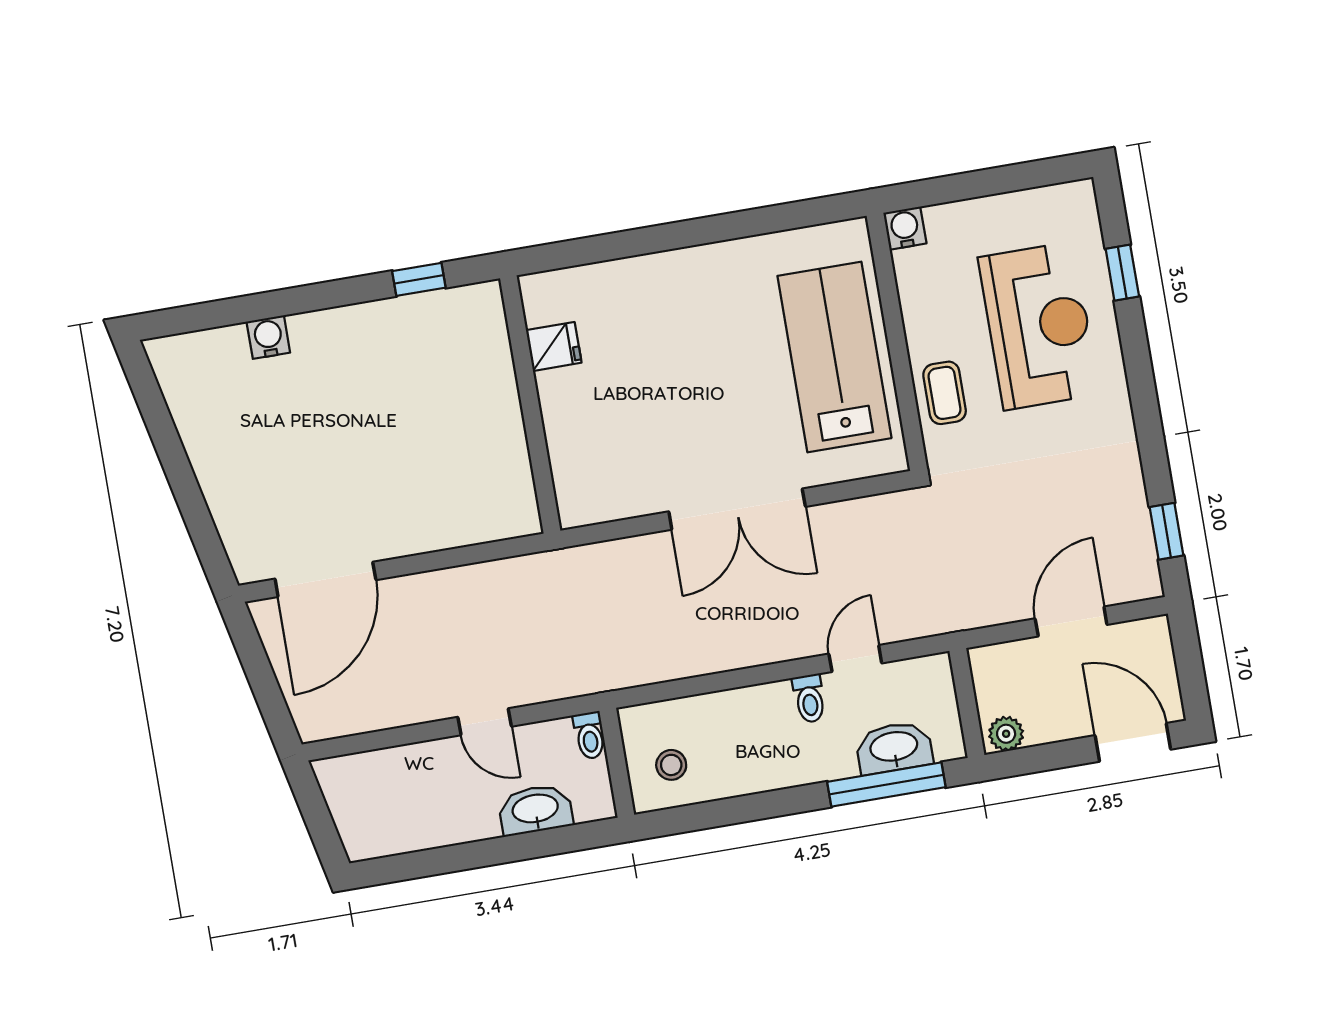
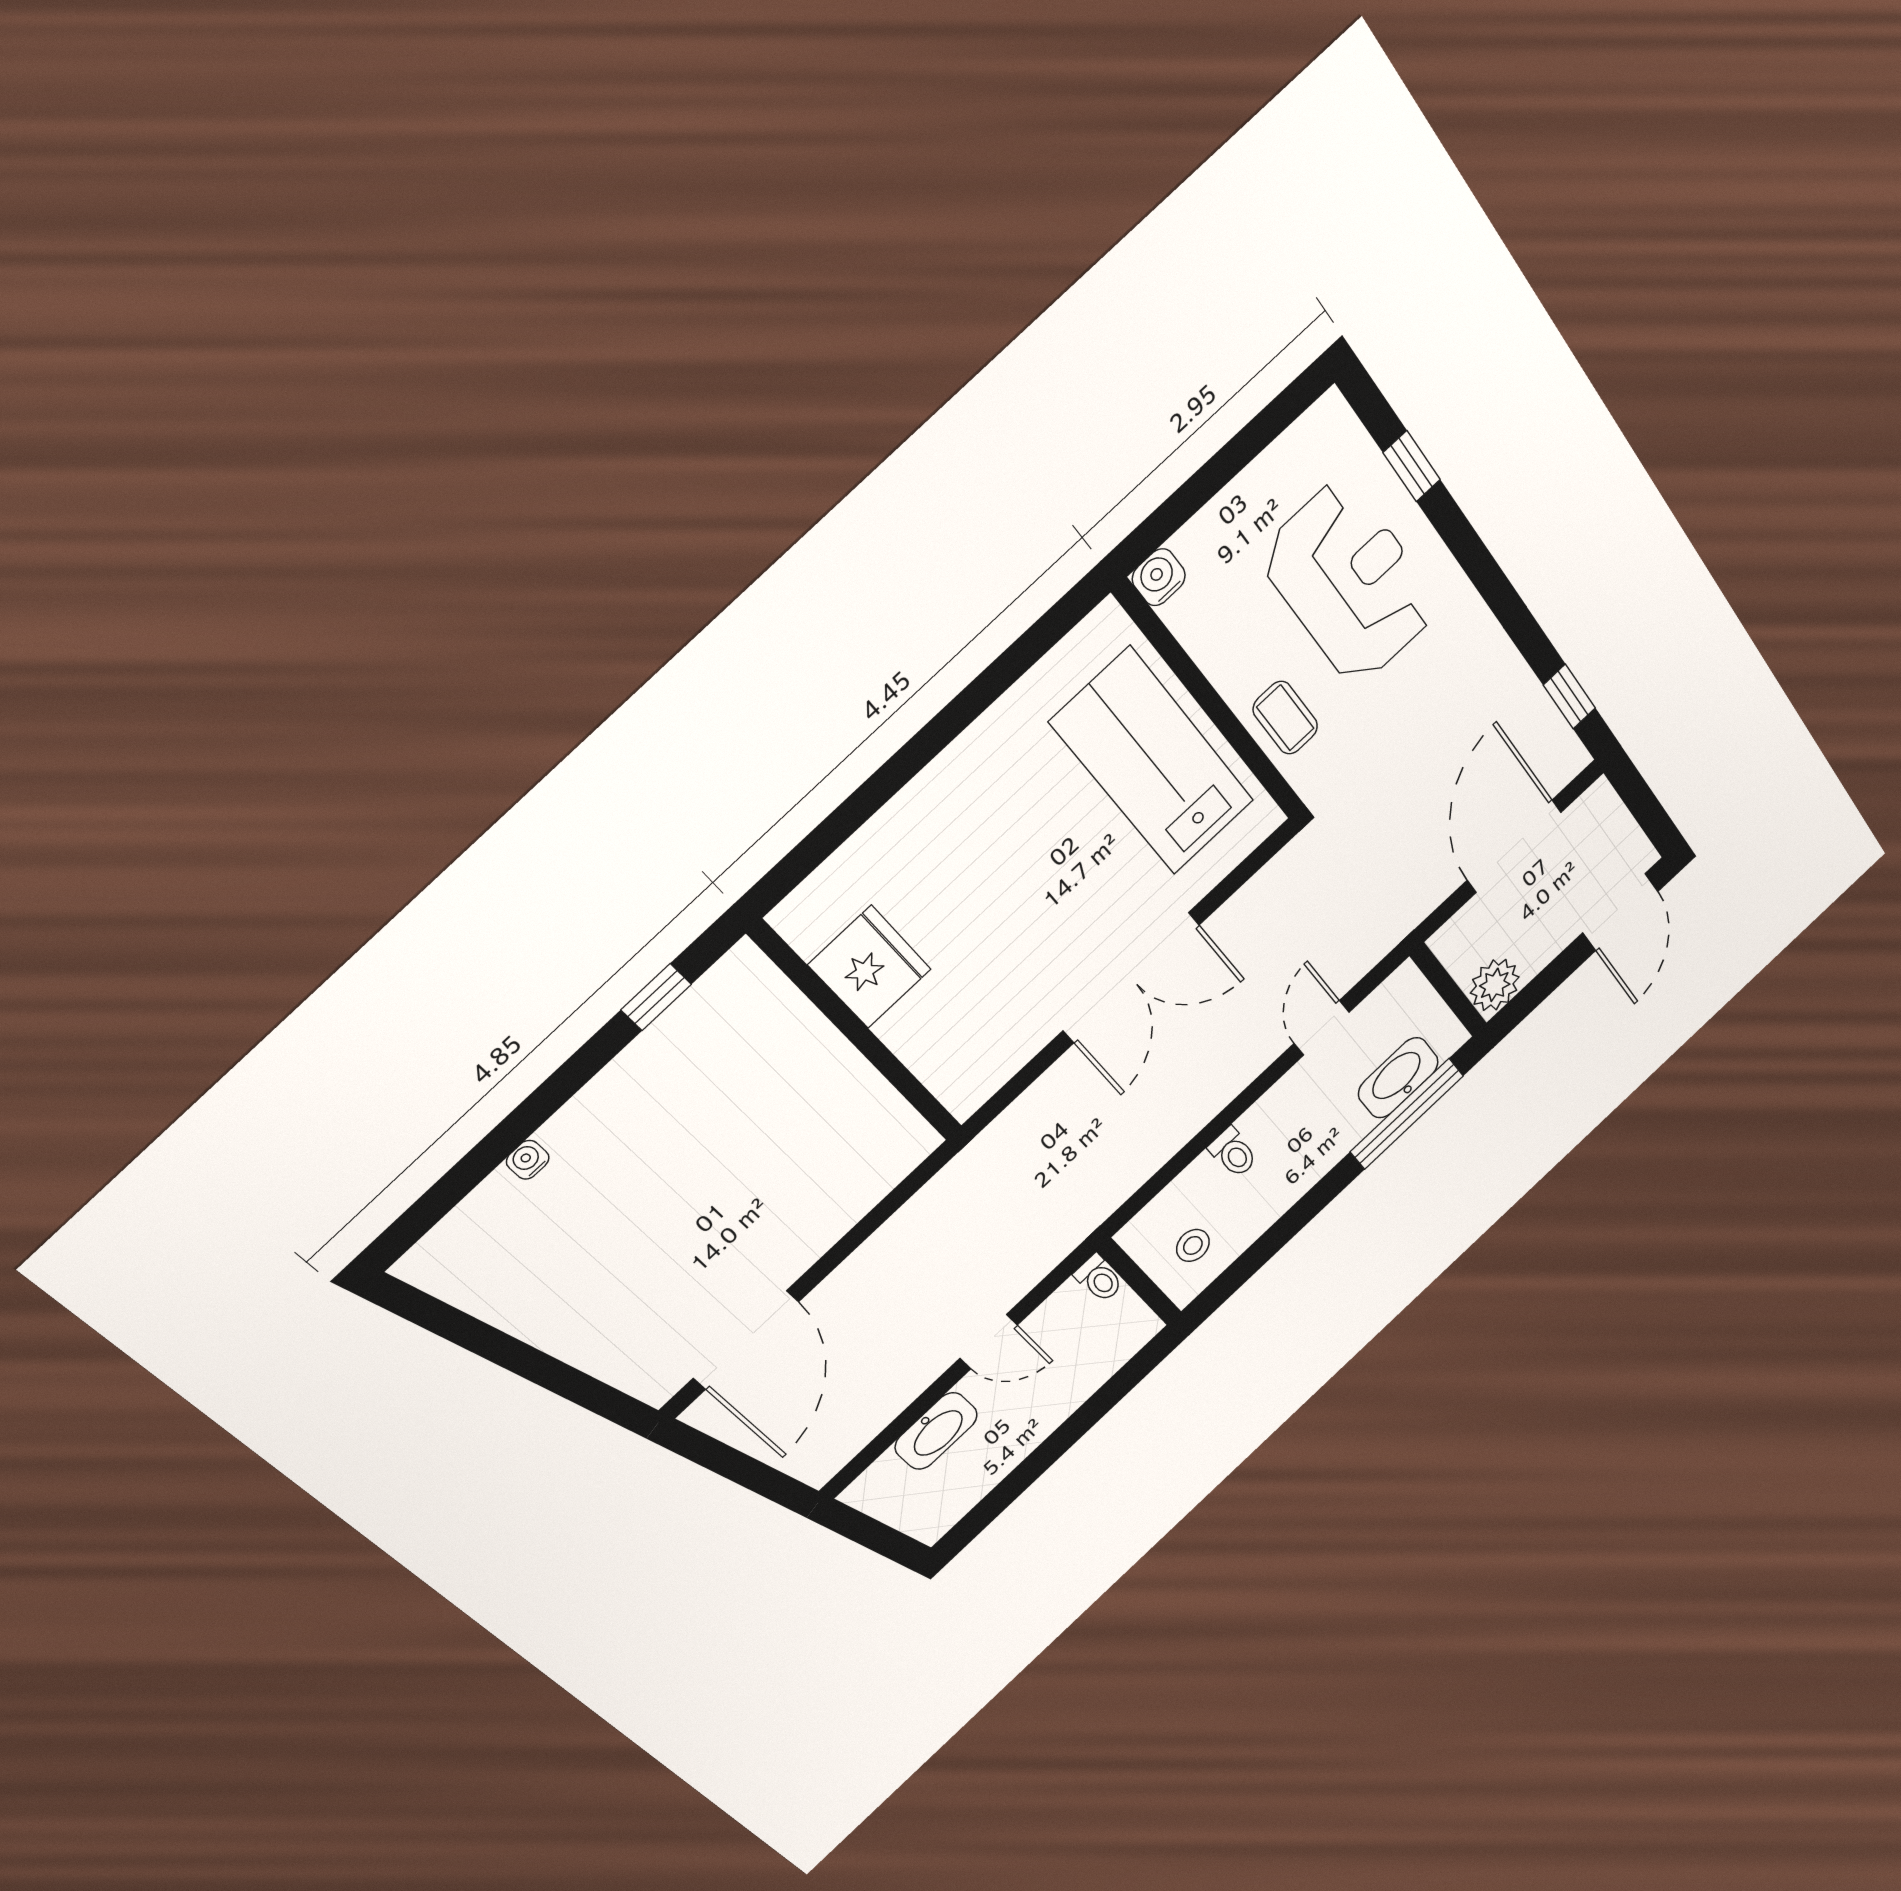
water cooler: (268, 337) -> (528, 1160), width x0.72, depth x0.72
fridge: (554, 346) -> (870, 967), width x1.88, depth x1.34
door: (1071, 622) -> (1514, 846), width x1.36
toilet: (809, 698) -> (1233, 1153), moved
plant: (1006, 734) -> (1495, 985), width x1.38, depth x1.38
door: (1133, 742) -> (1620, 912), swing flipped
washbasin: (535, 810) -> (936, 1431), moved, turned 180

